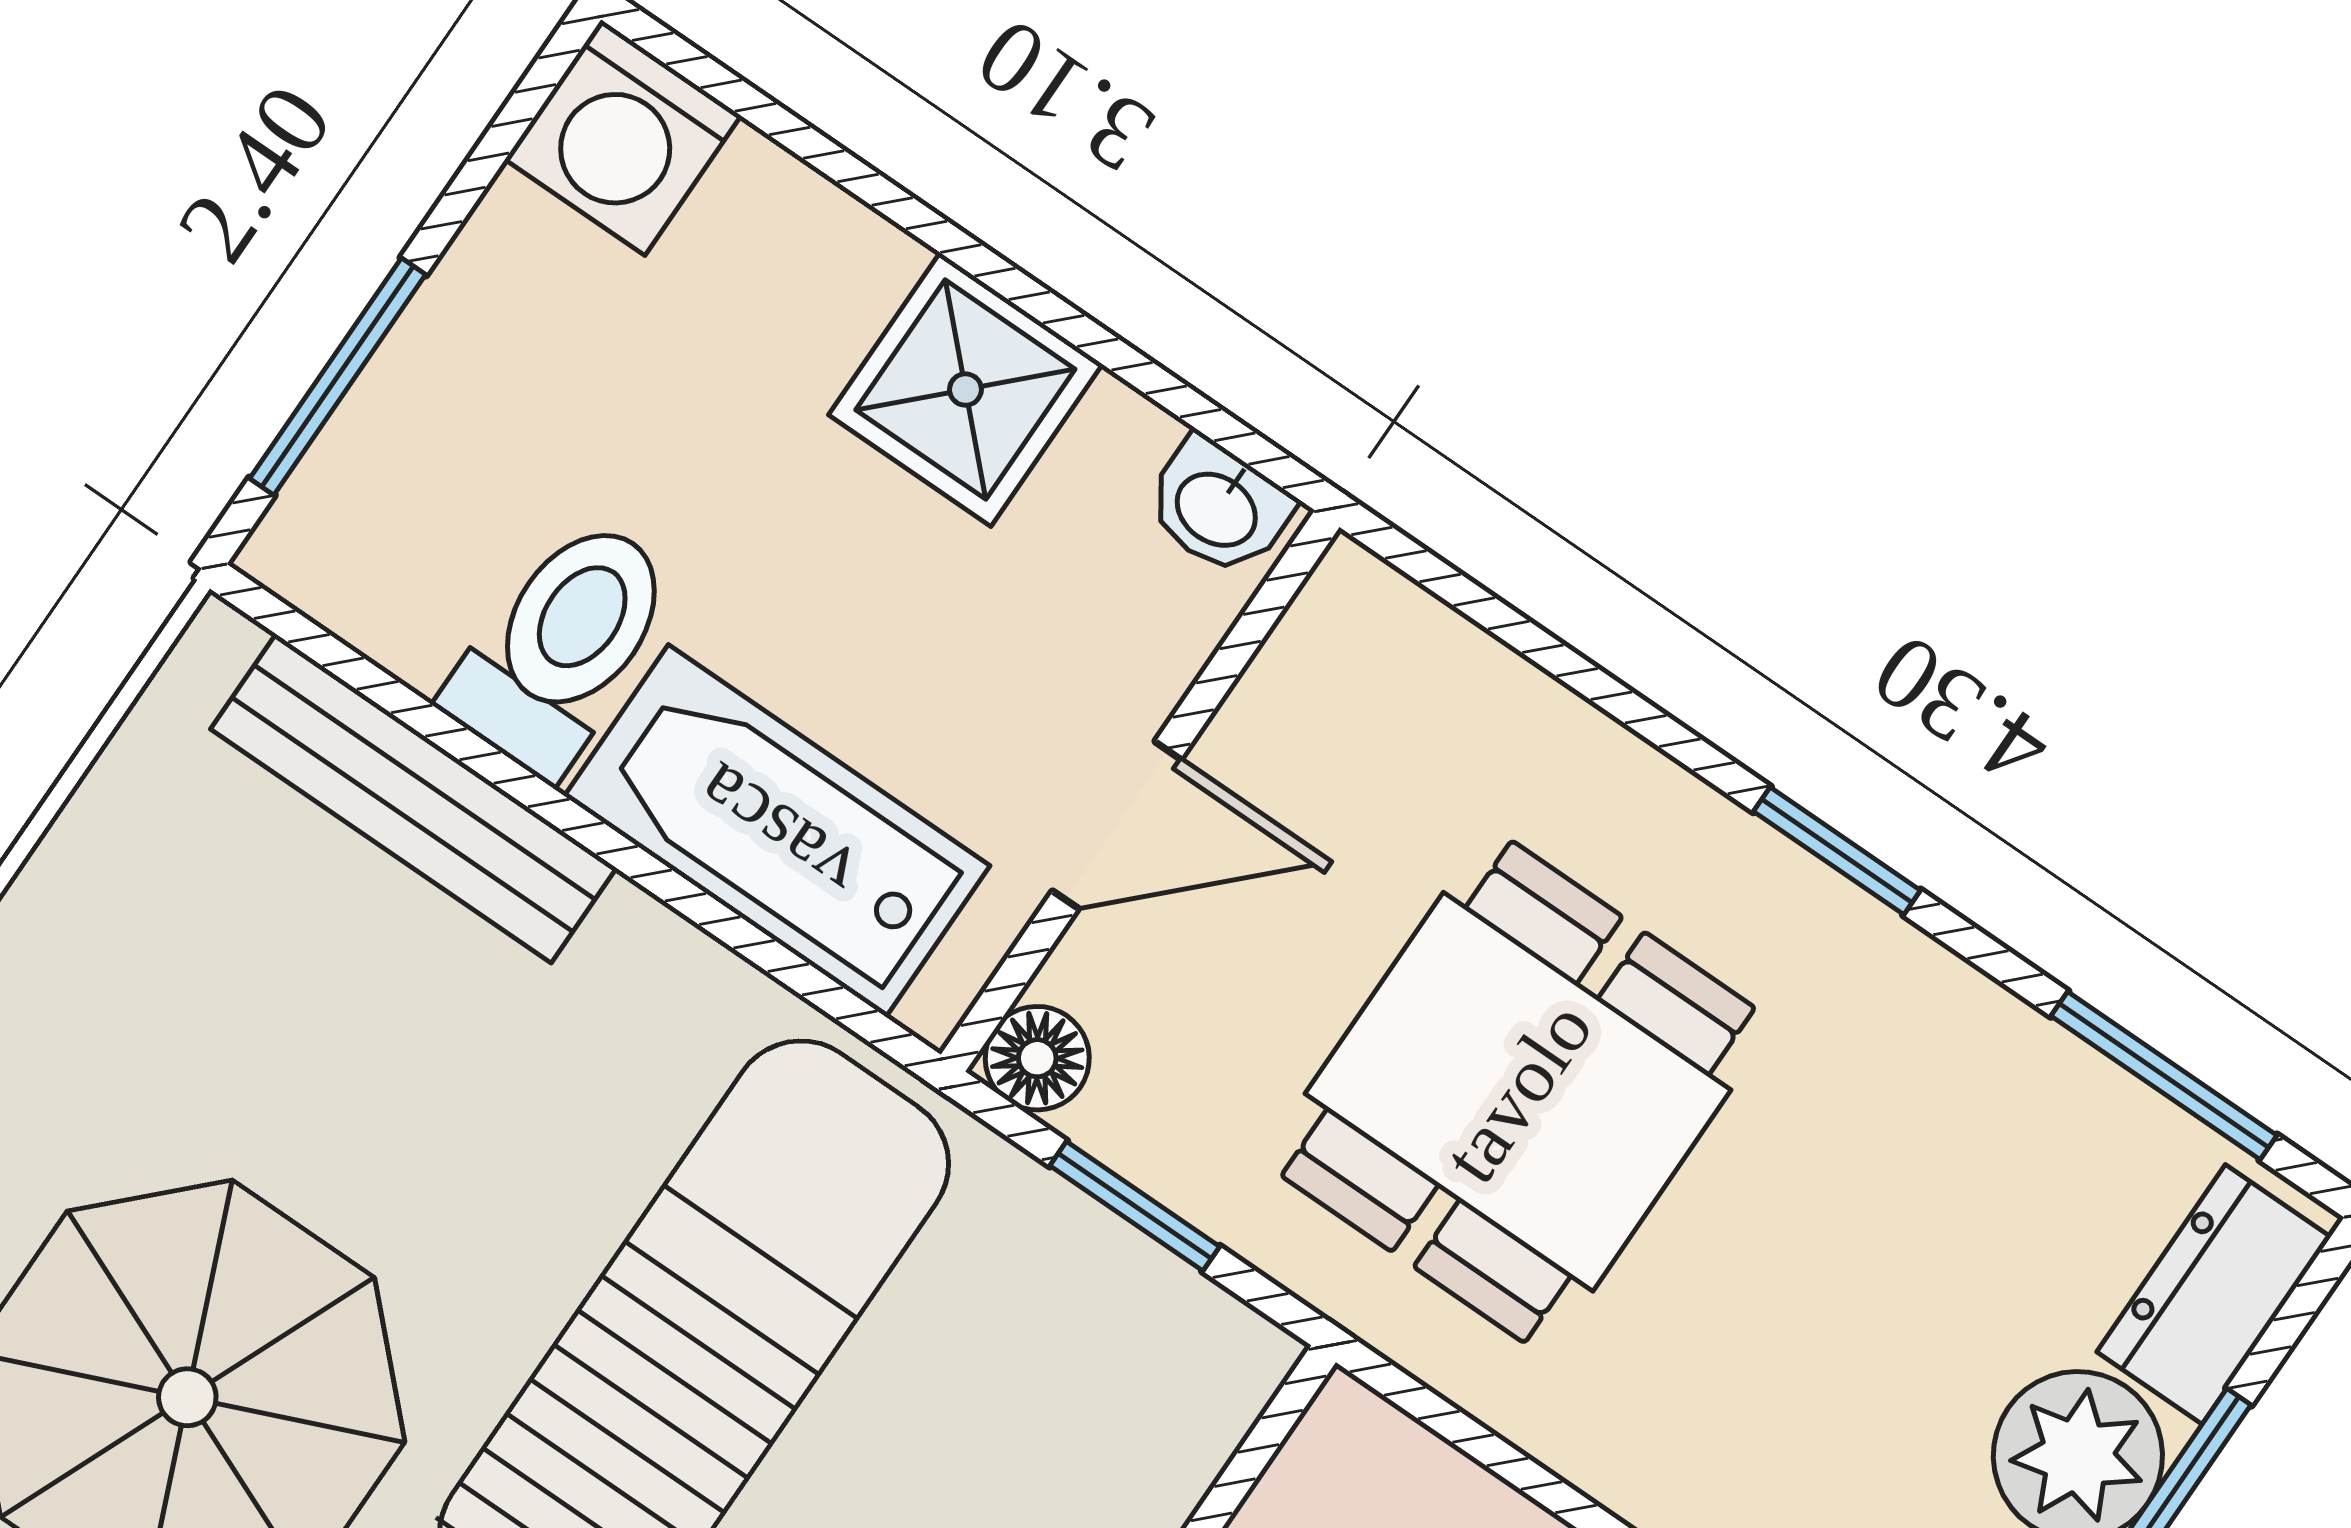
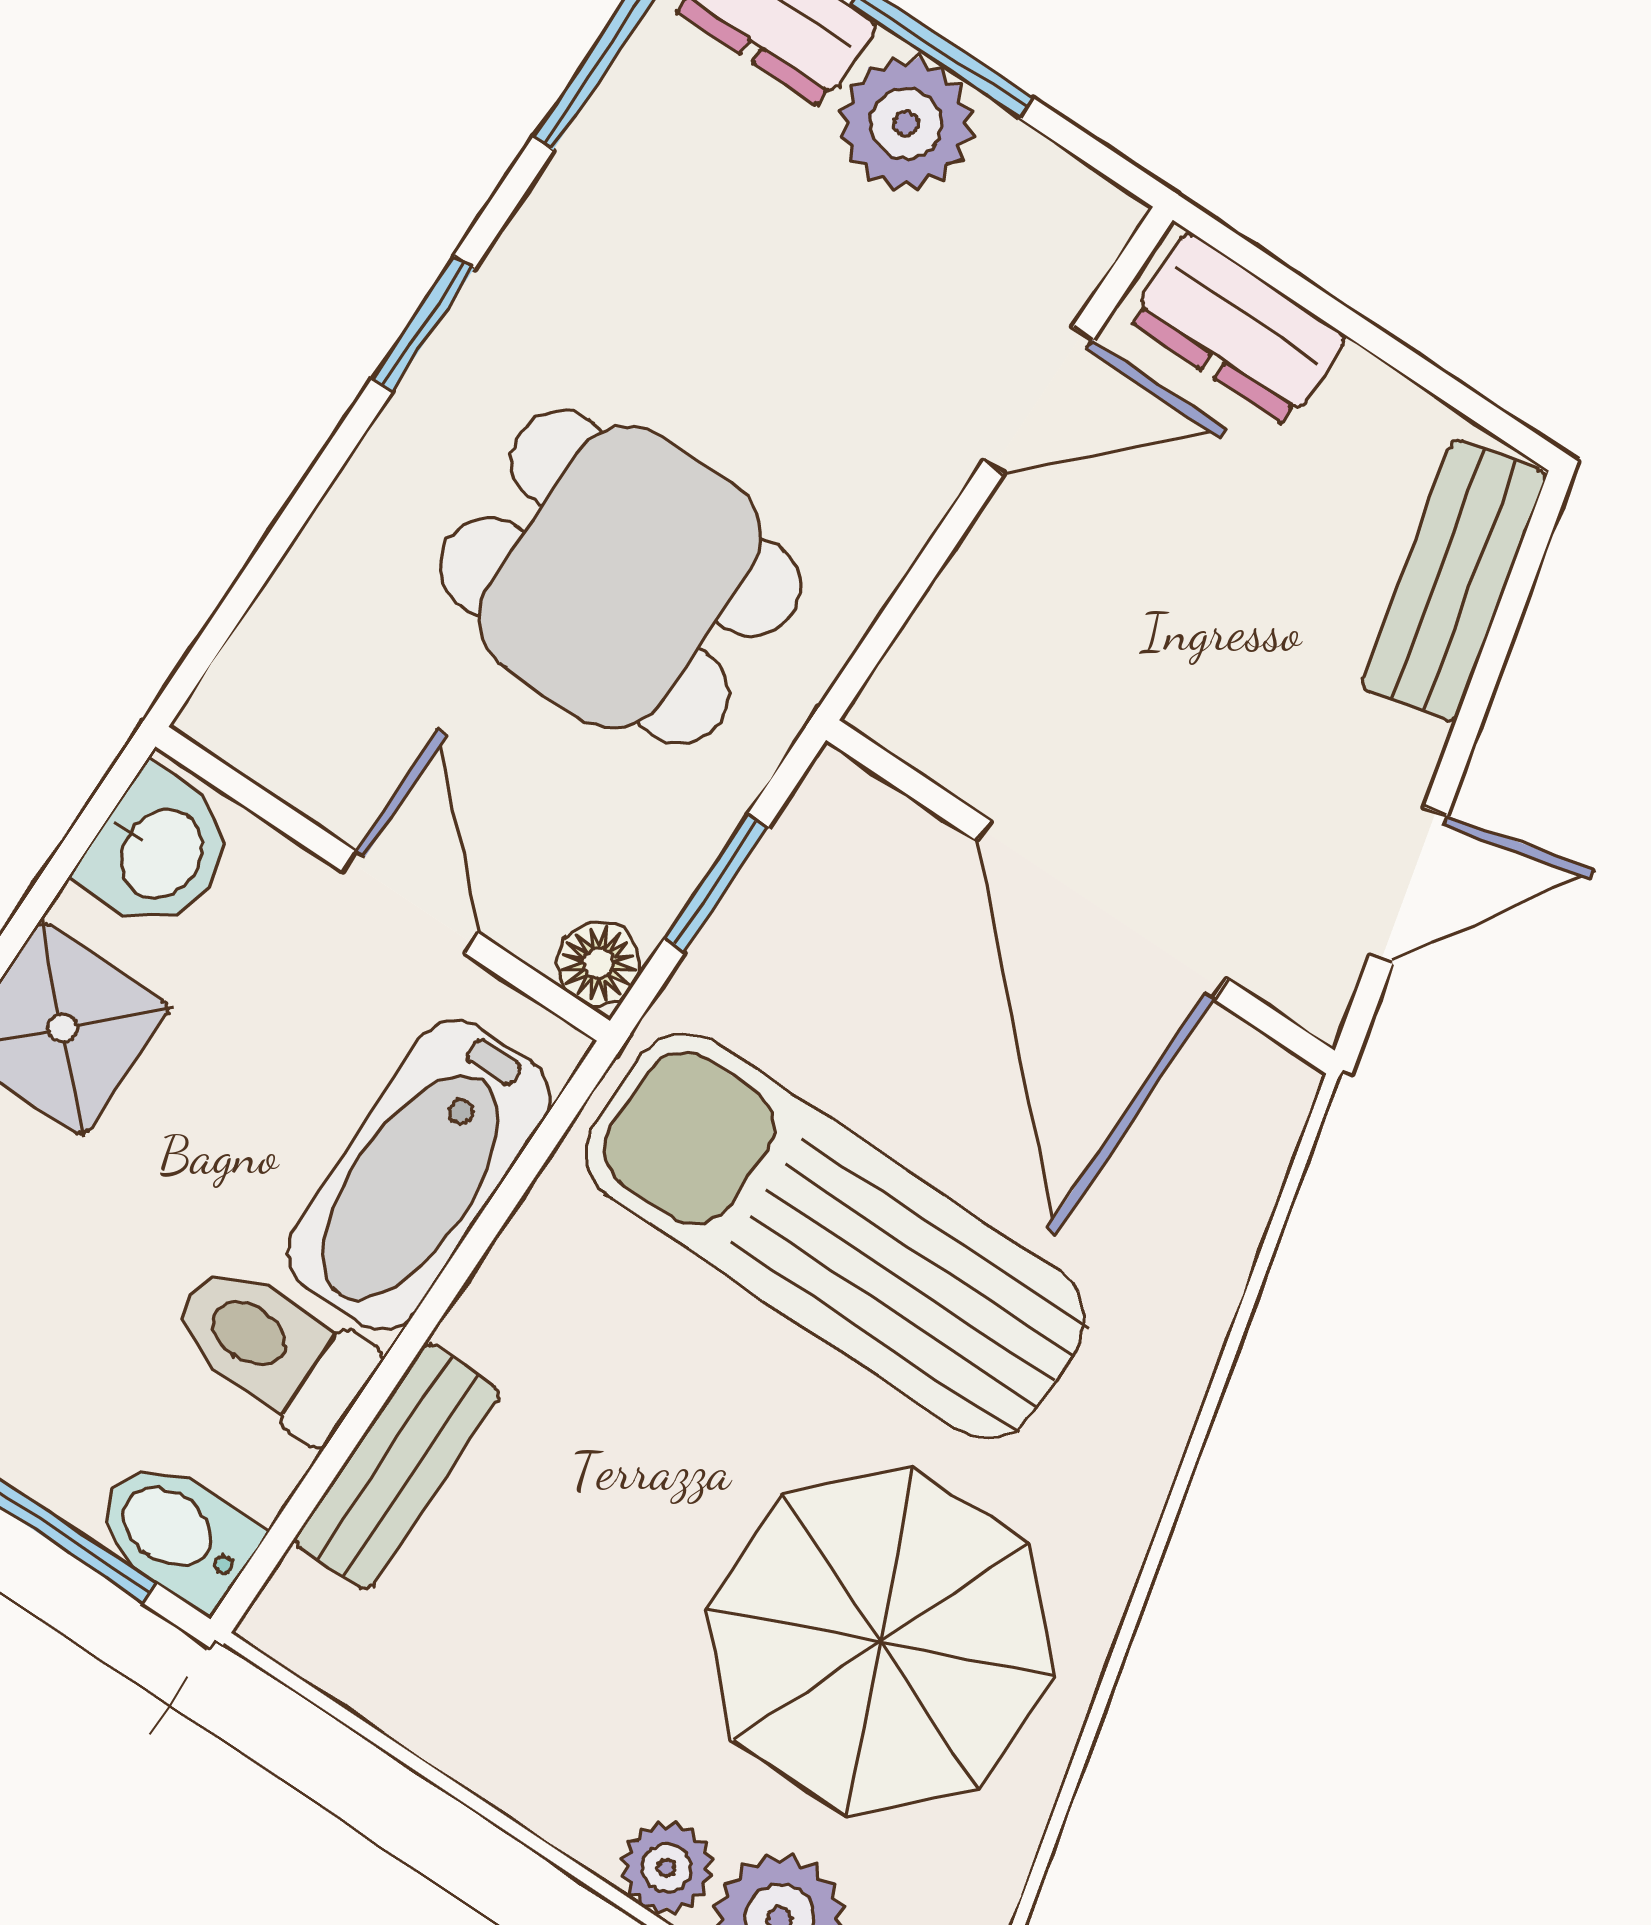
washbasin: (1218, 507) -> (159, 851), width x1.38, depth x1.45
bidet: (335, 523) -> (176, 1533), added
bench: (414, 798) -> (397, 1467), width x0.73

